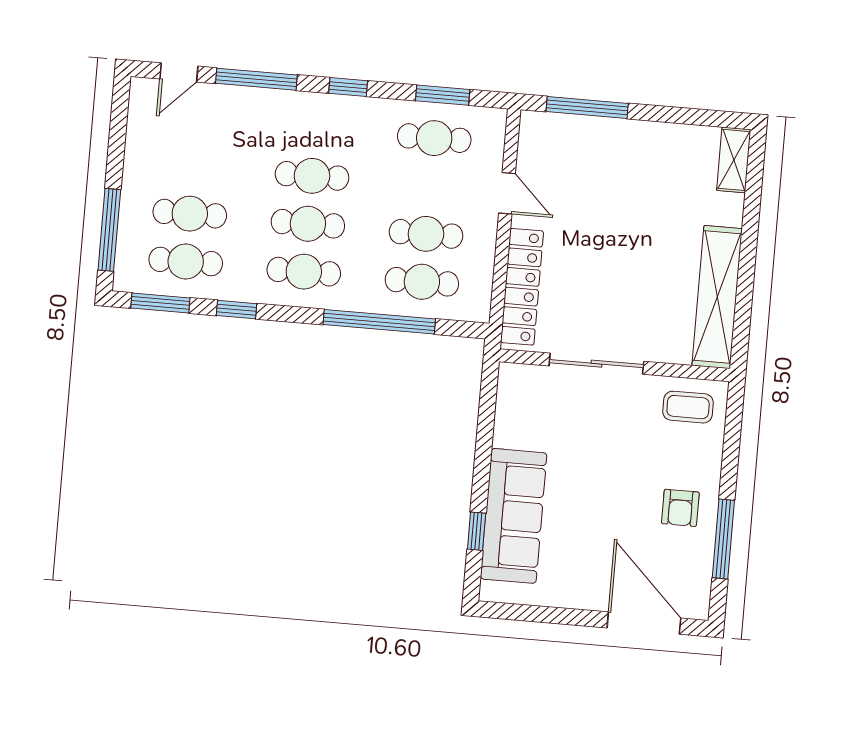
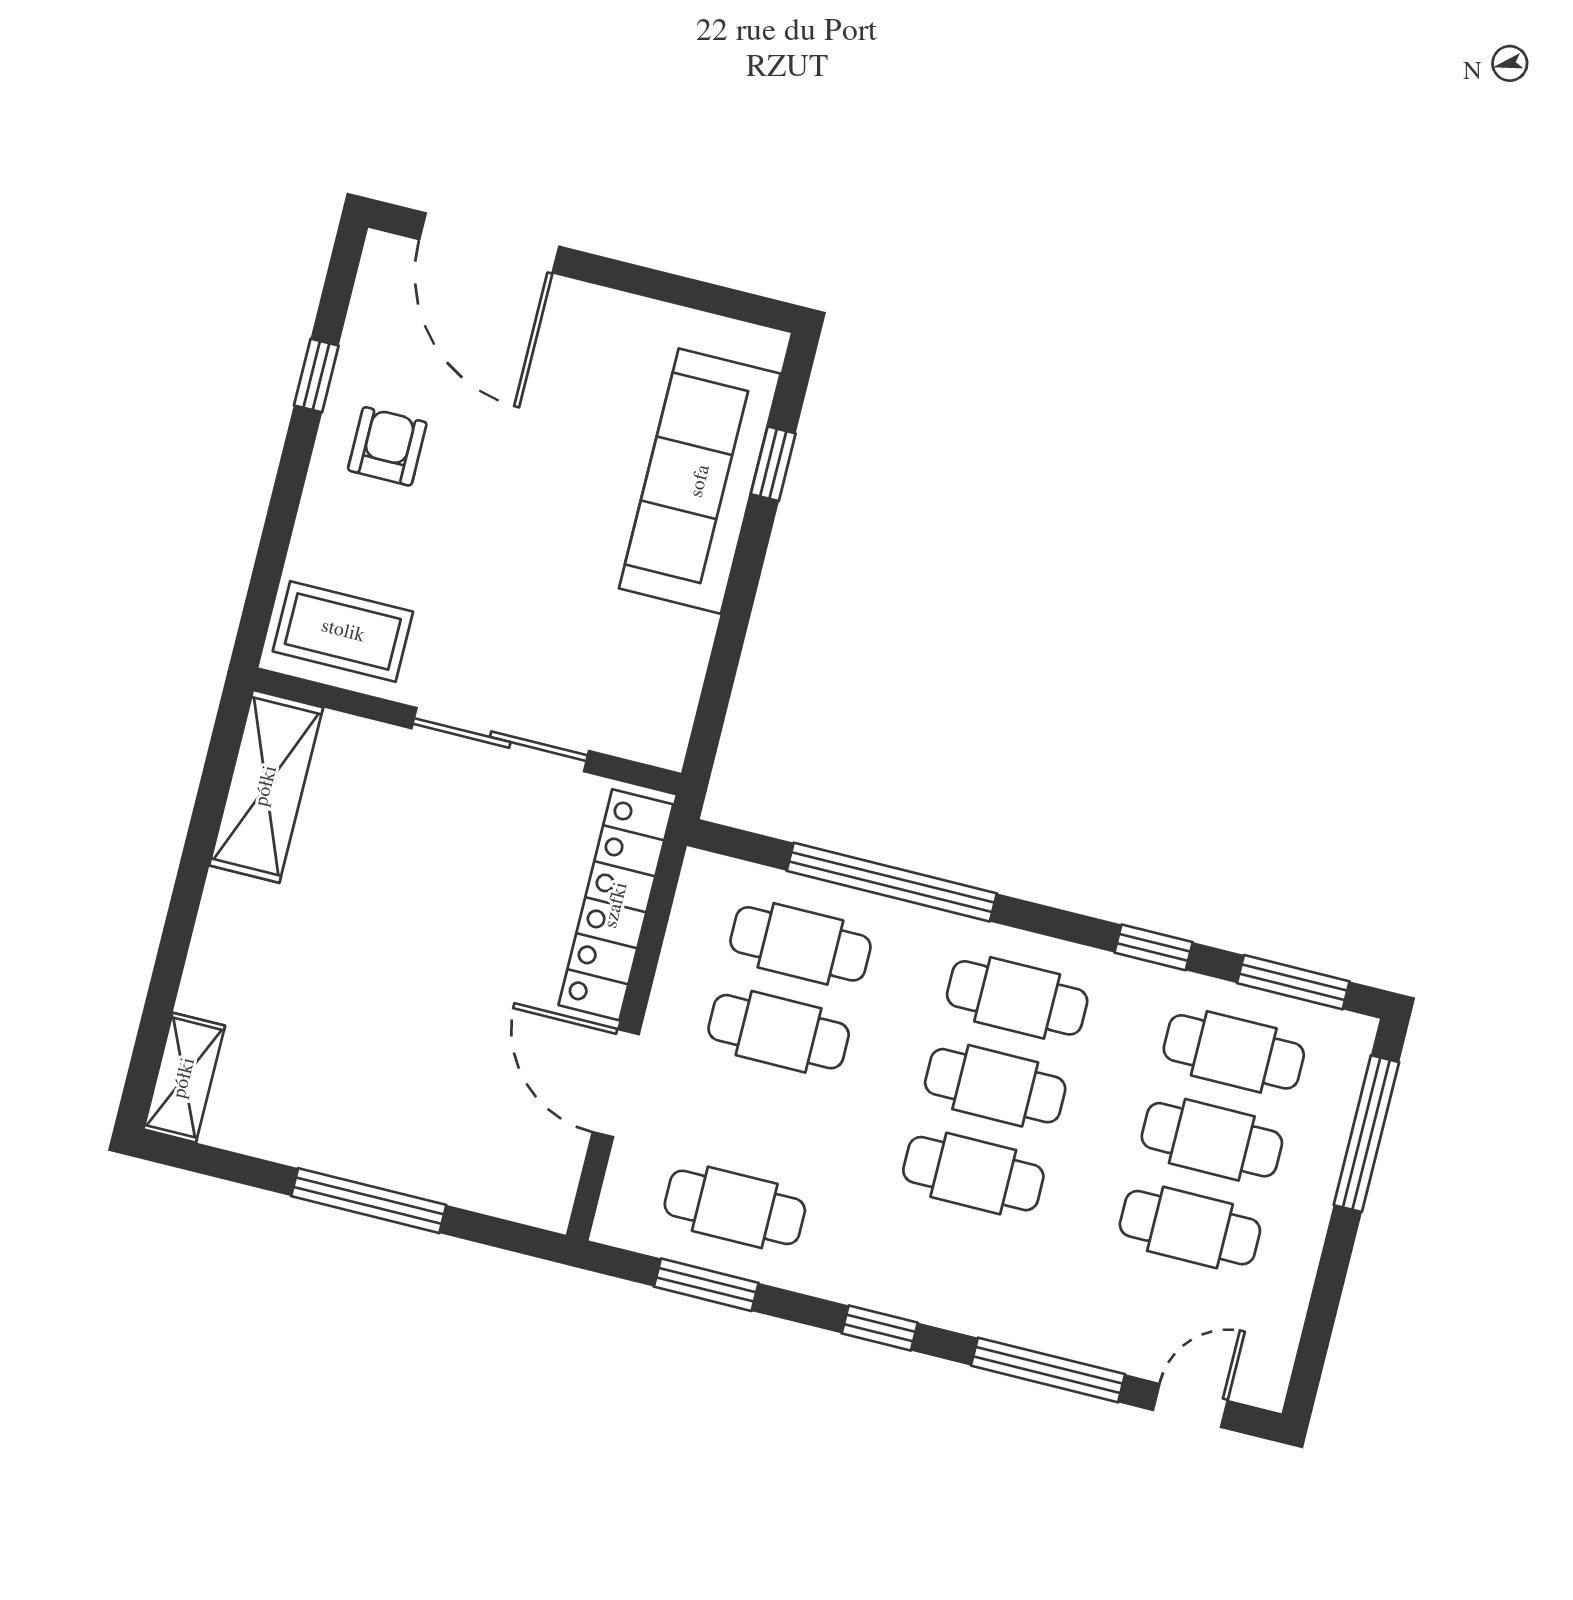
window: (587, 108) -> (369, 1201), moved
cafe table: (194, 166) -> (1190, 1228), added
door: (507, 193) -> (616, 1083), width x1.38
shelving: (717, 297) -> (266, 786), width x0.68
coffee table: (688, 407) -> (343, 631), width x1.36, depth x1.30
window: (723, 539) -> (316, 376), width x0.46

